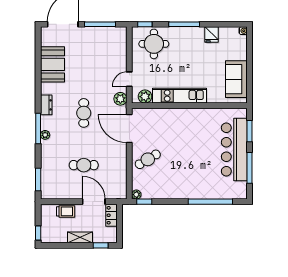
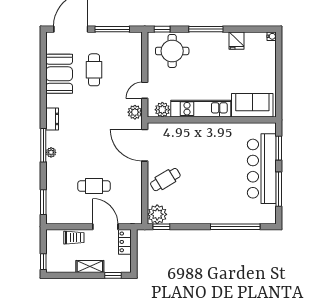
sofa: (236, 79) -> (252, 105), moved, turned 90
cafe table: (84, 113) -> (94, 70), moved
plant: (136, 195) -> (157, 214), width x1.87, depth x1.87

